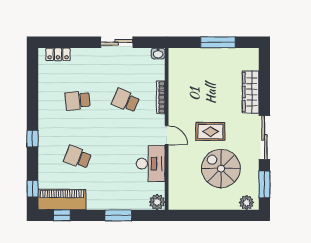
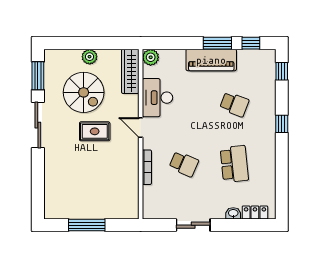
washbasin: (158, 54) -> (233, 213), moved
wardrobe: (251, 92) -> (130, 71), moved, turned 180
school desk: (78, 101) -> (234, 164), width x1.85
piano: (62, 199) -> (211, 60), moved
plant: (247, 203) -> (90, 57), moved
window: (118, 215) -> (217, 43), moved

